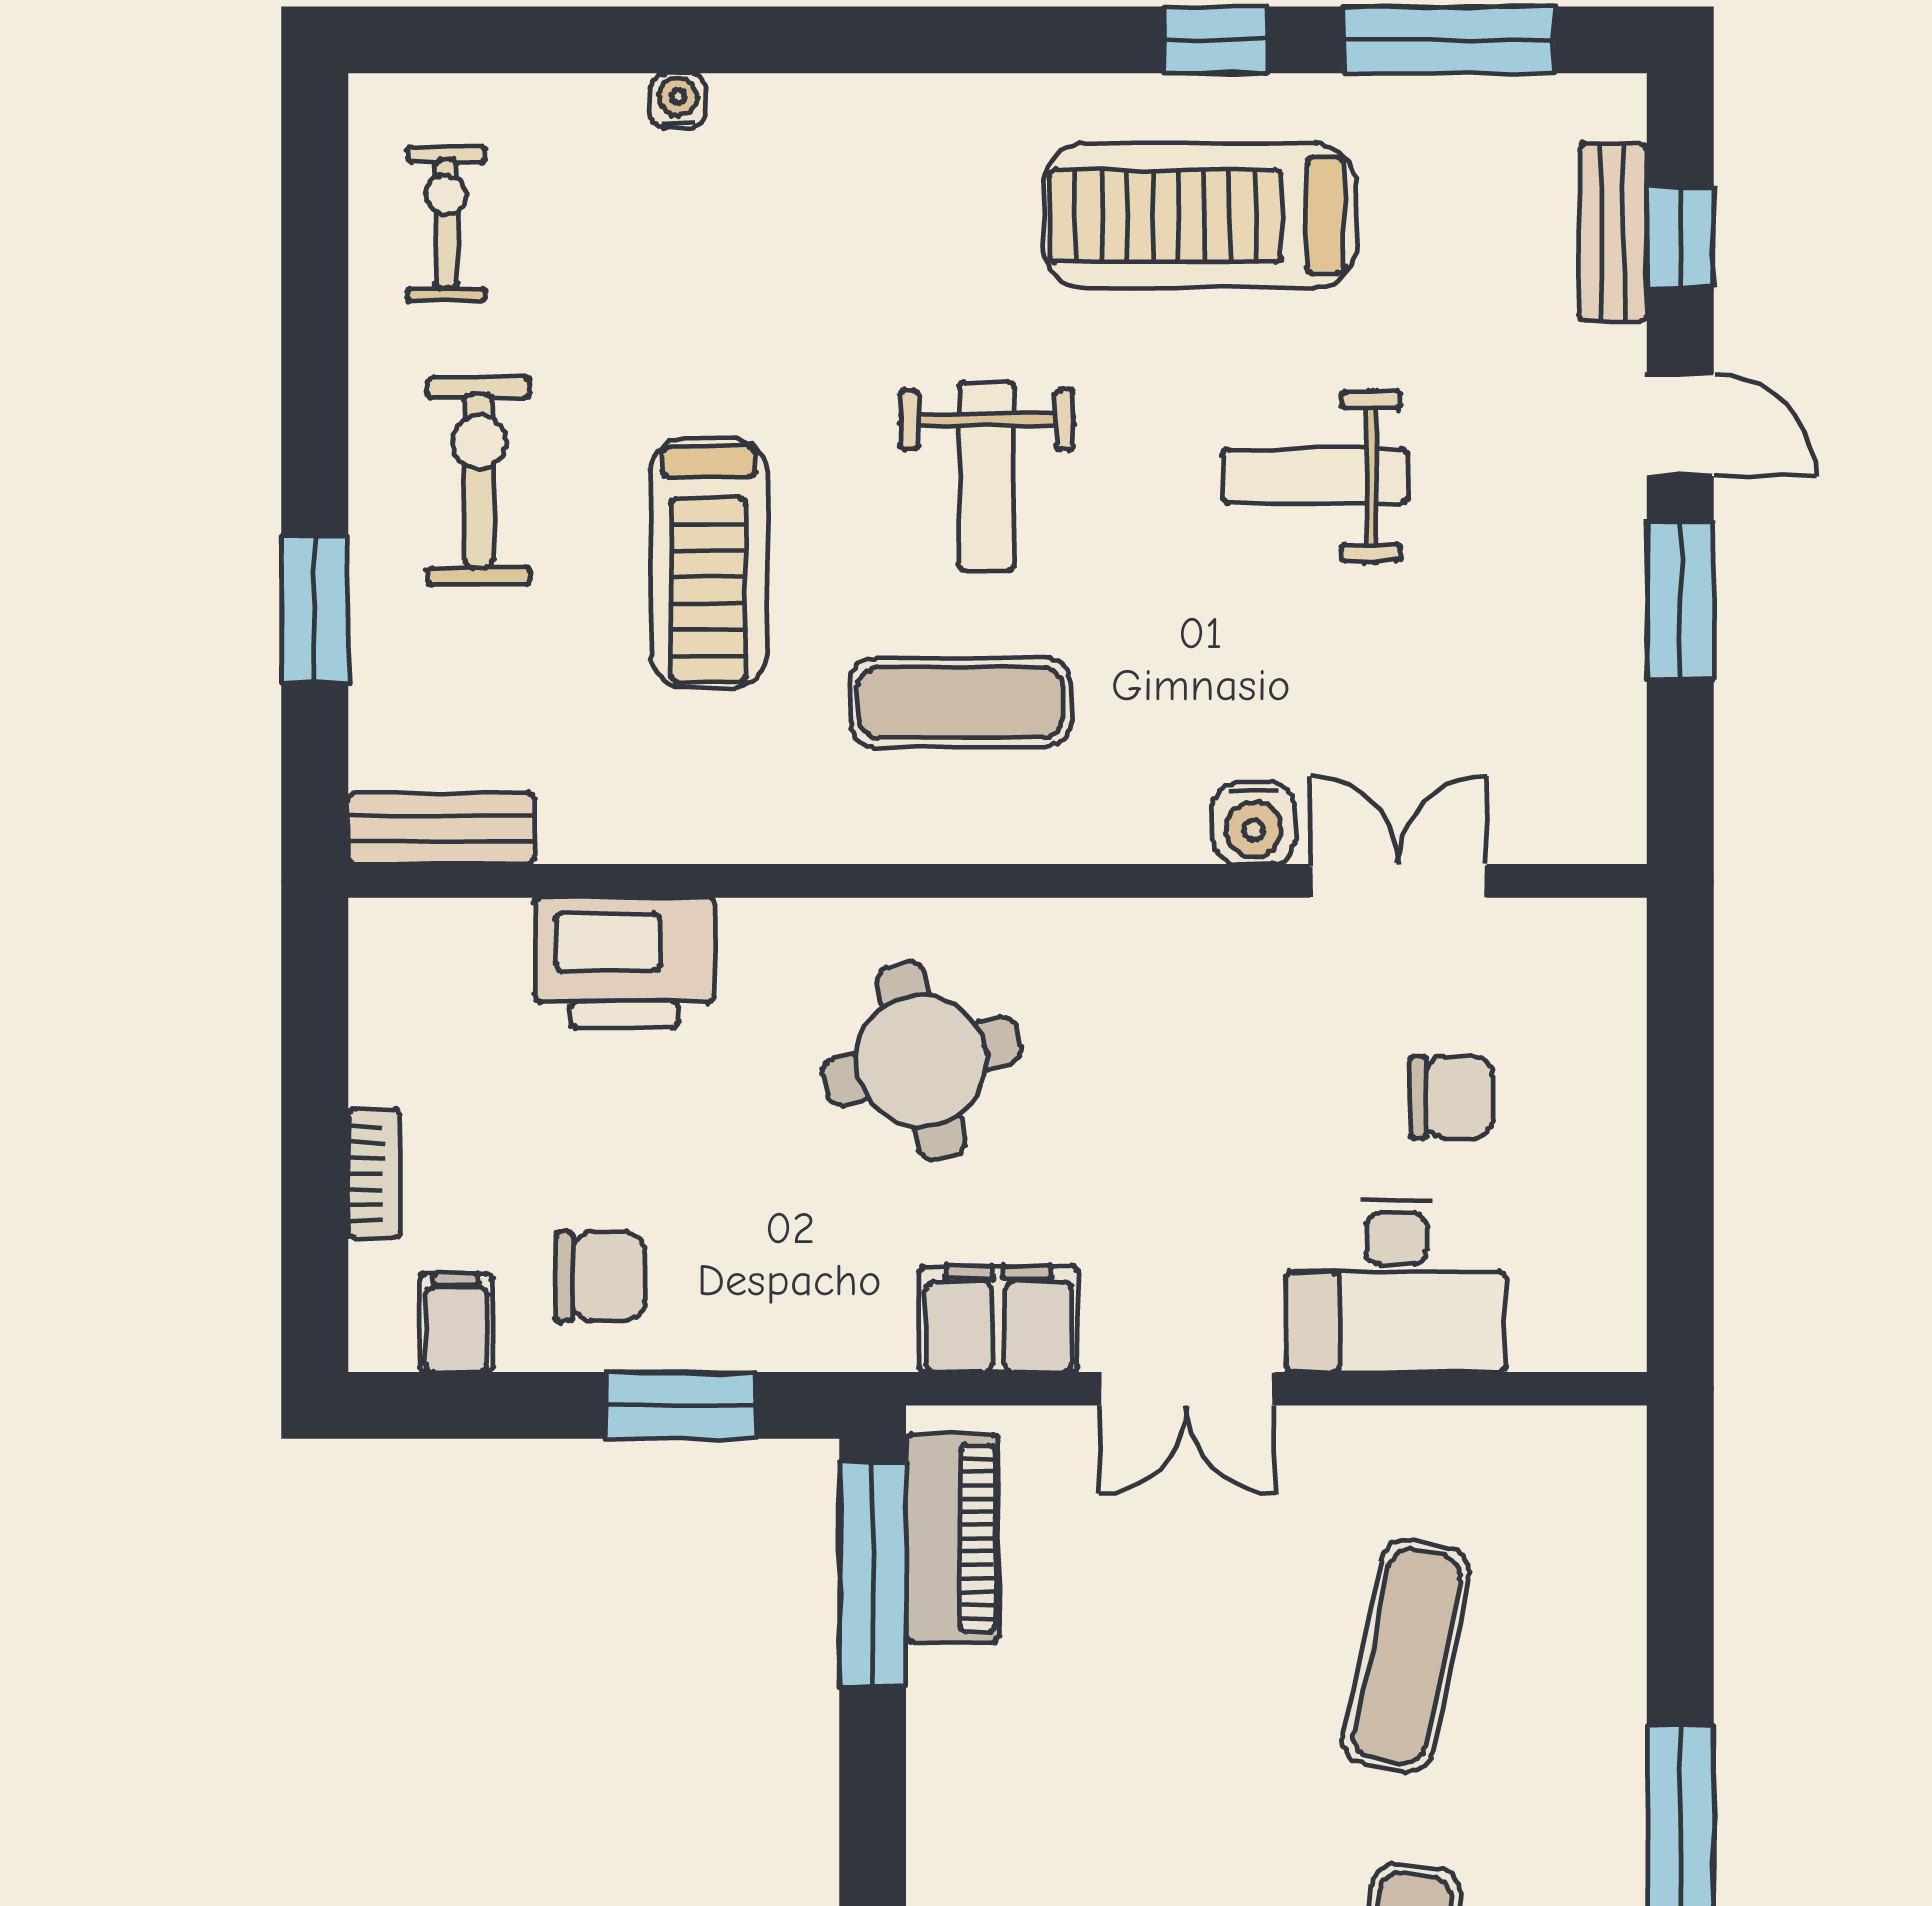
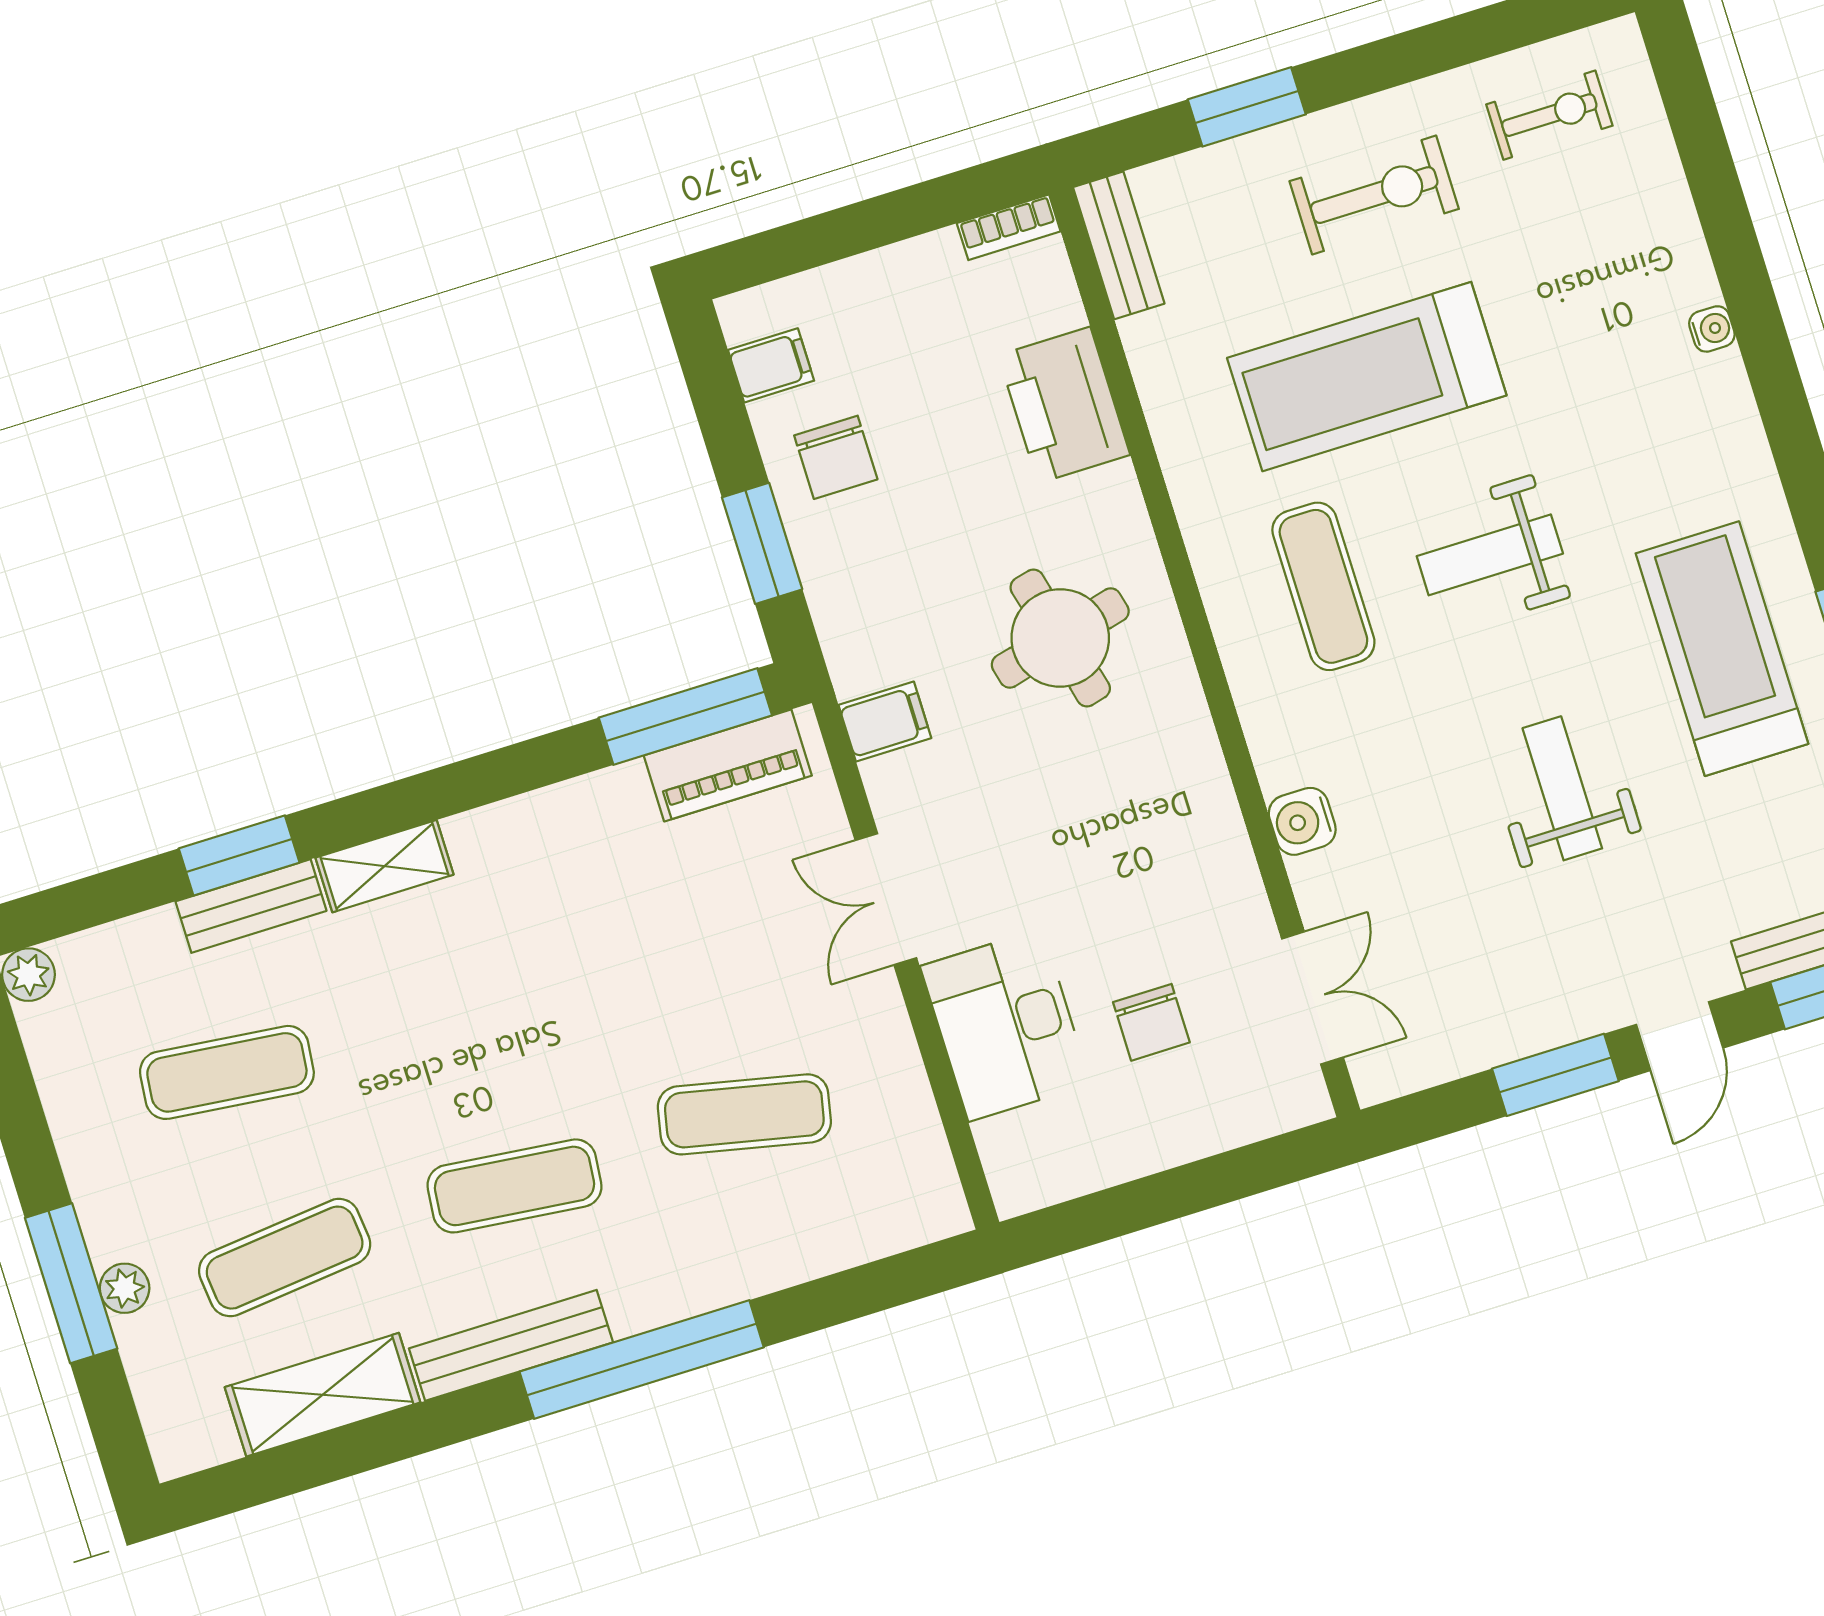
water cooler: (678, 101) -> (1712, 329), moved
treadmill: (709, 563) -> (1367, 377), width x1.37, depth x1.38
double door: (1398, 881) -> (1312, 998), moved
bookcase: (374, 1174) -> (1009, 227), moved
filing cabinet: (999, 1319) -> (885, 721), width x0.50

